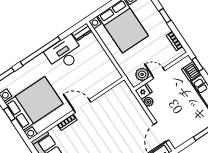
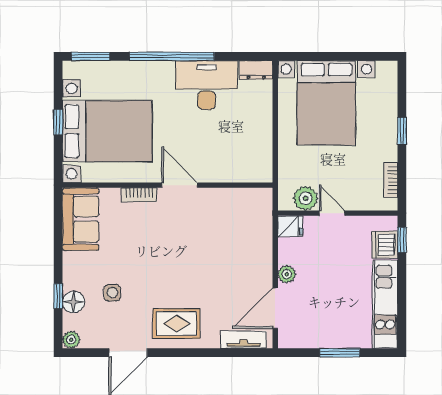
plant: (148, 102) -> (287, 274), moved

